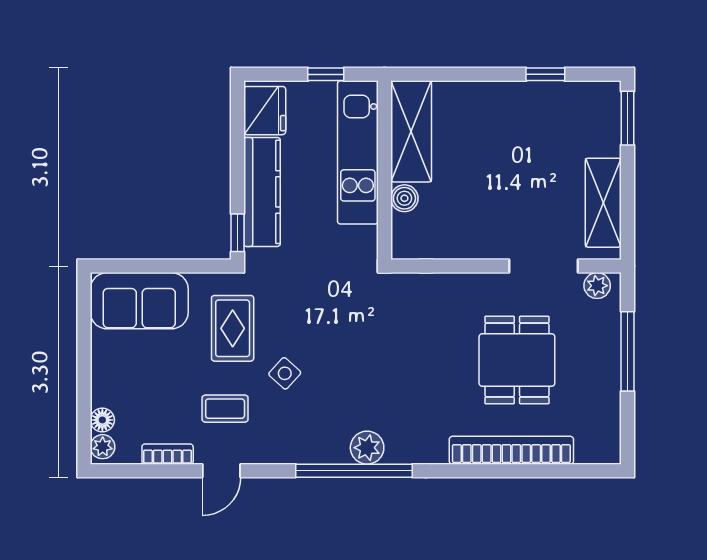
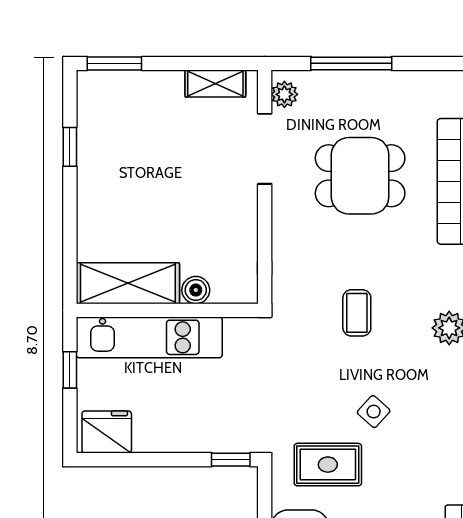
kitchen counter: (262, 192) -> (189, 435), removed
shelving: (603, 203) -> (215, 84), width x0.67, depth x0.75
coffee table: (225, 409) -> (357, 313), moved

